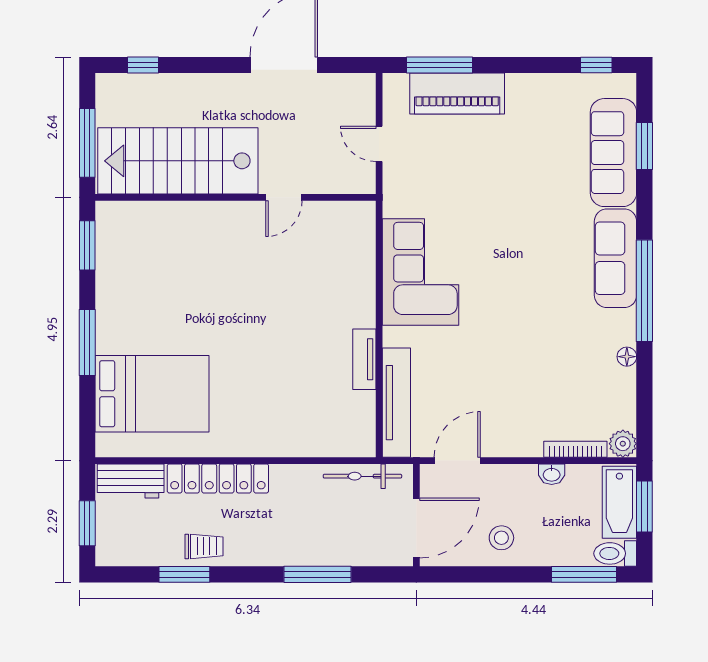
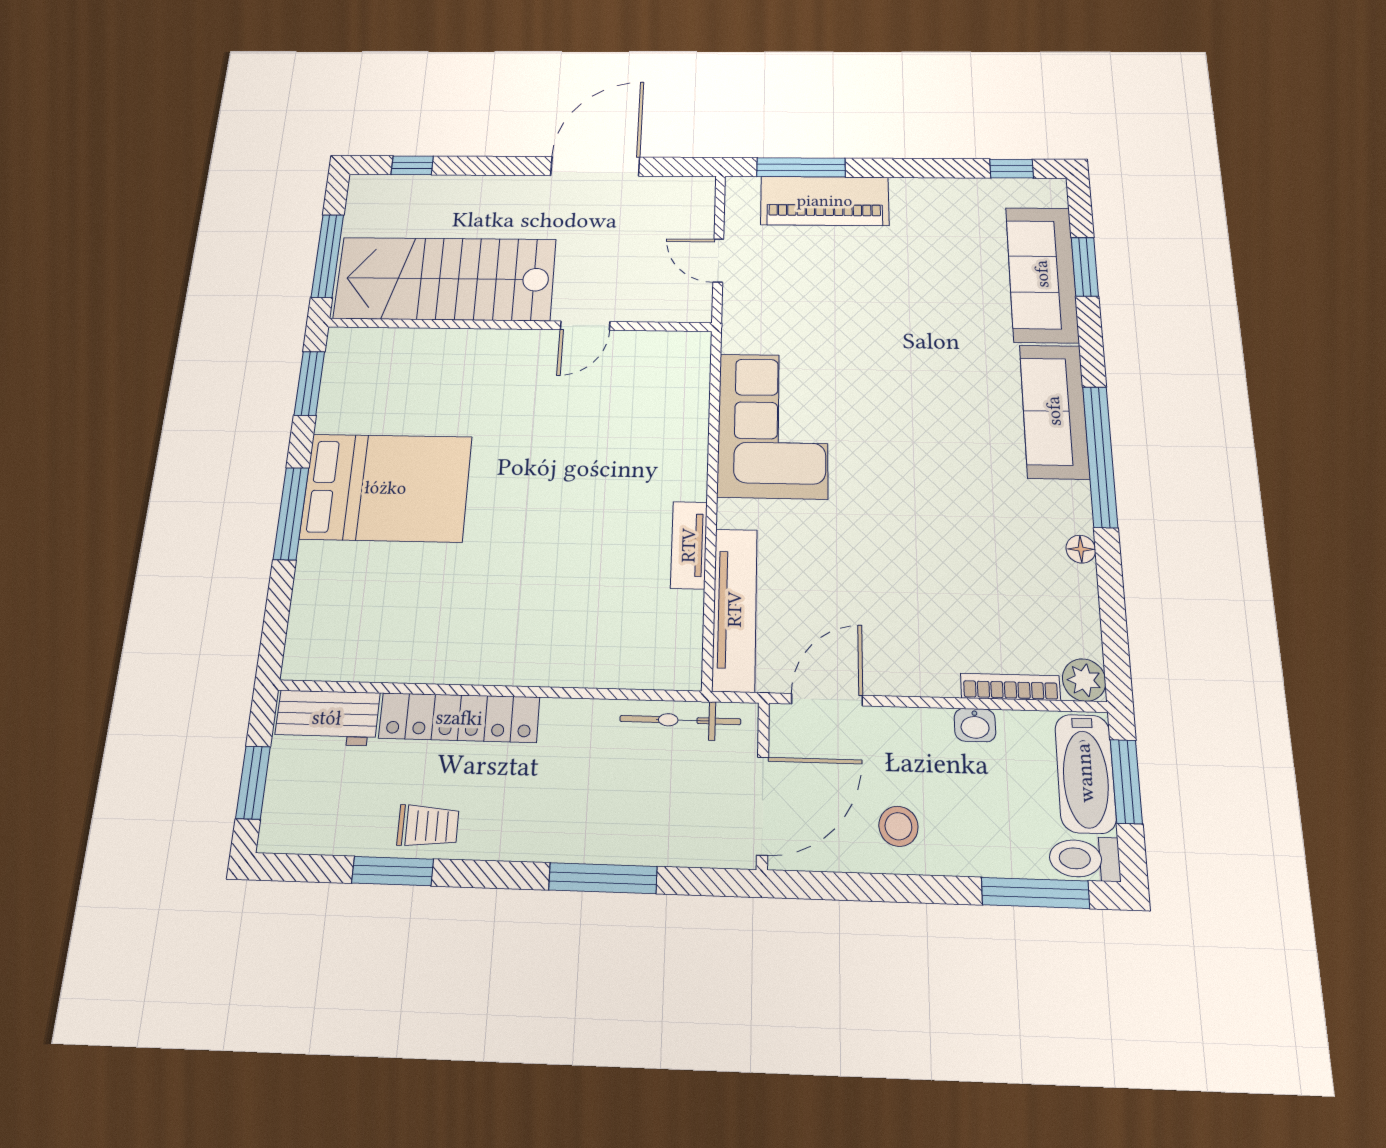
bed: (152, 394) -> (386, 488), moved

